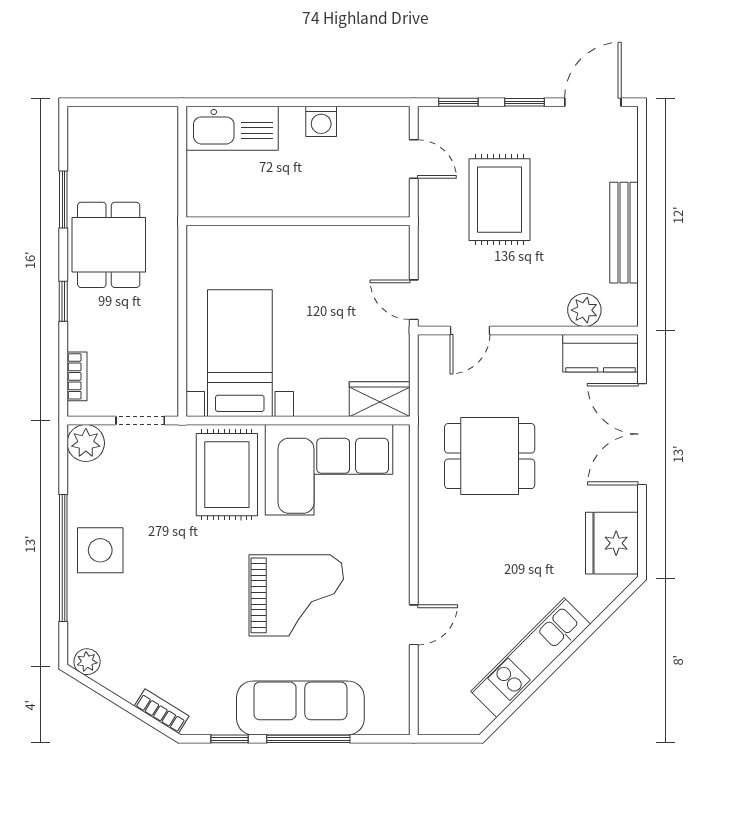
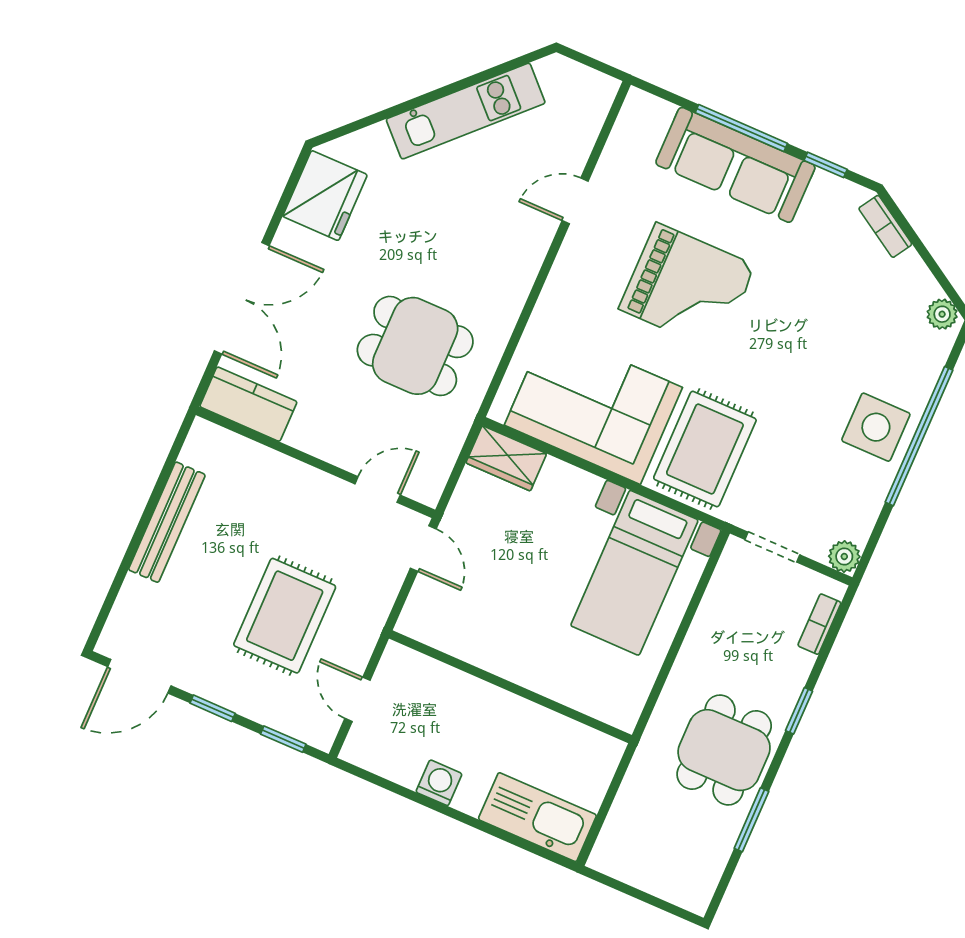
plant: (584, 310) -> (246, 458), removed
plant: (86, 443) -> (844, 557), width x0.73, depth x0.73
grand piano: (296, 595) -> (687, 287), turned 180

